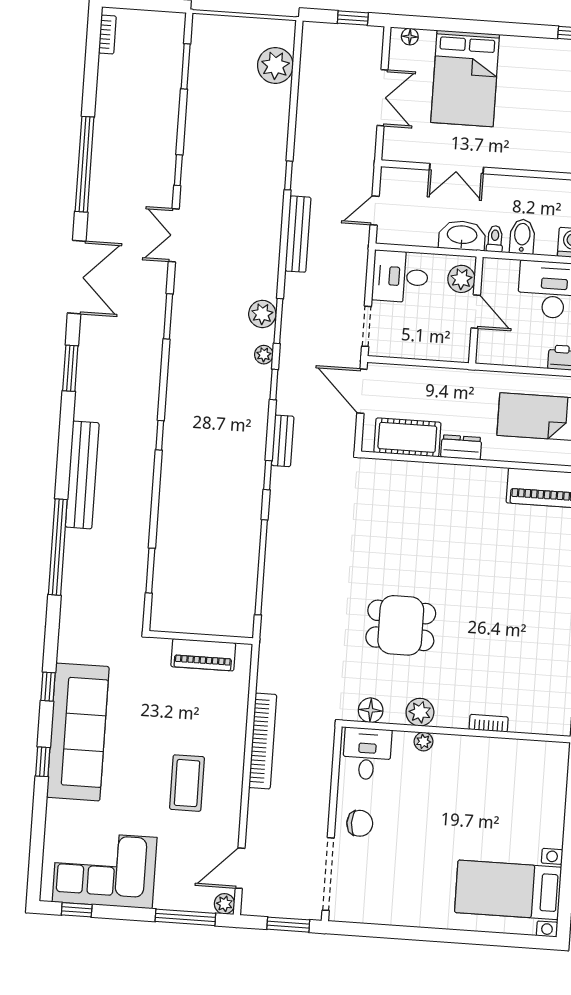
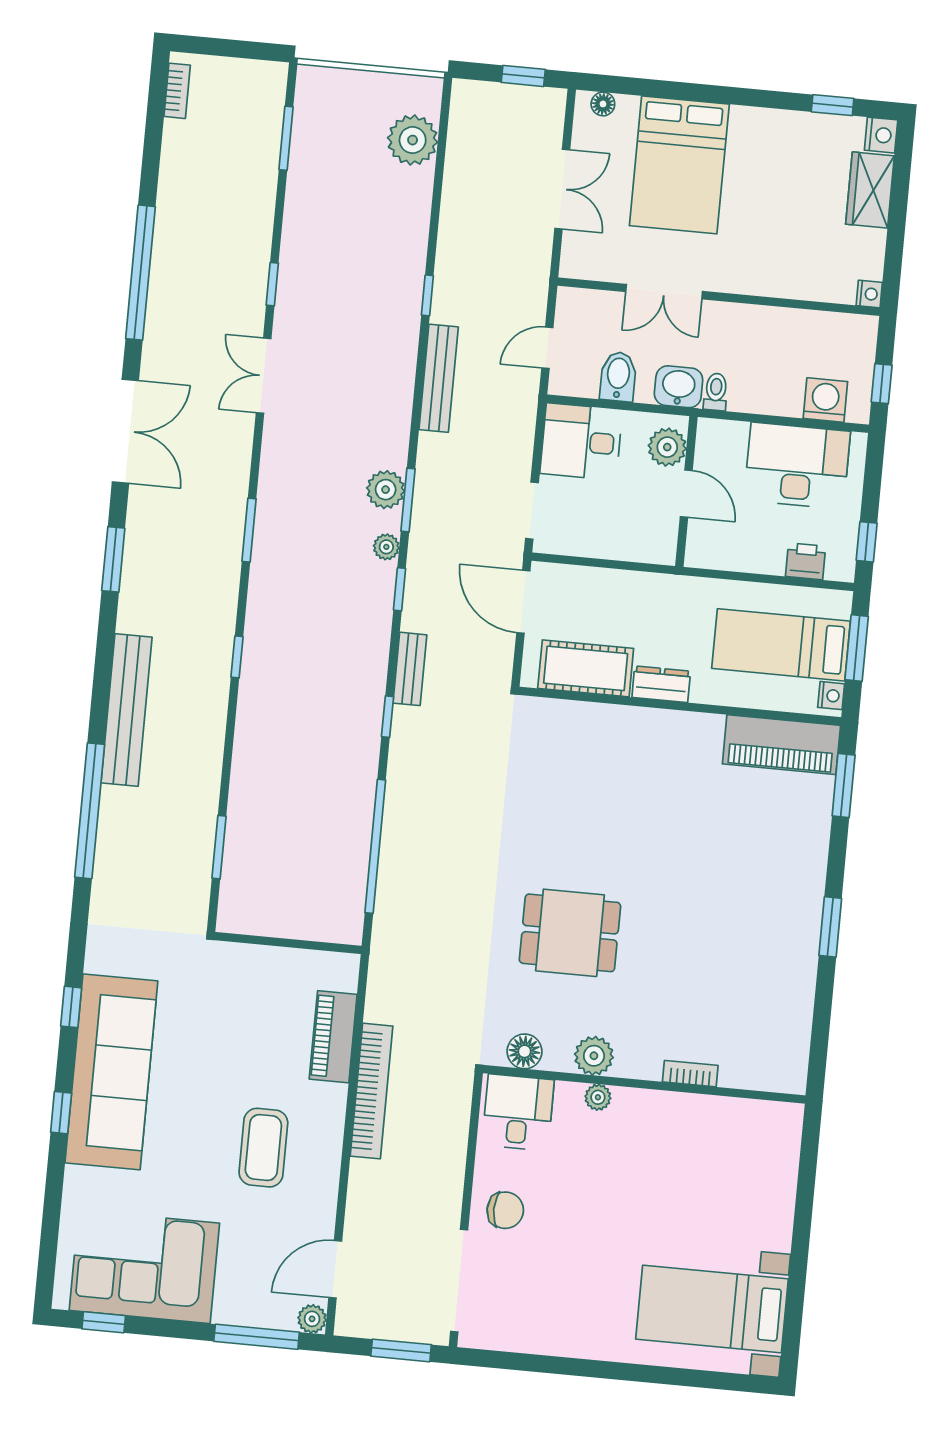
washbasin: (462, 235) -> (679, 387), width x0.72
bidet: (522, 237) -> (618, 377), moved
window: (168, 316) -> (249, 530), moved
piano: (203, 655) -> (333, 1037), moved, turned 90

